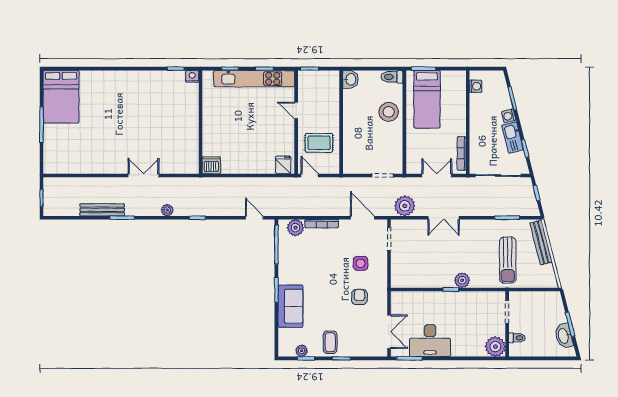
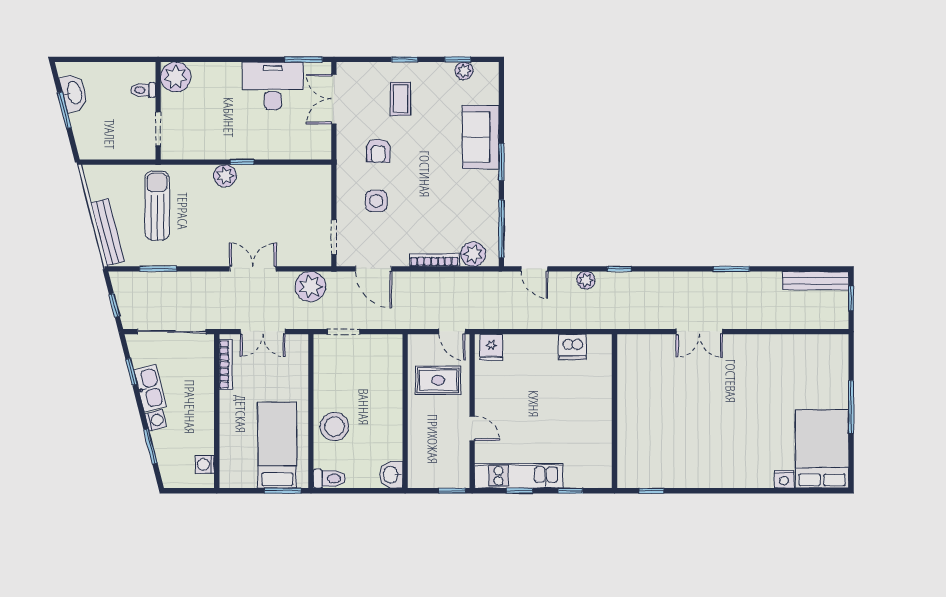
nightstand: (192, 76) -> (784, 479), moved
kitchen unit: (254, 79) -> (519, 476), width x0.73
dishwasher: (211, 165) -> (572, 347), moved
bench: (102, 210) -> (815, 281), moved
plant: (167, 210) -> (586, 280), moved
coffee table: (330, 342) -> (400, 99), moved

